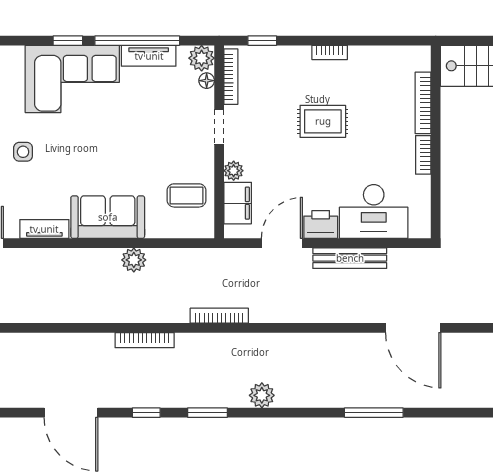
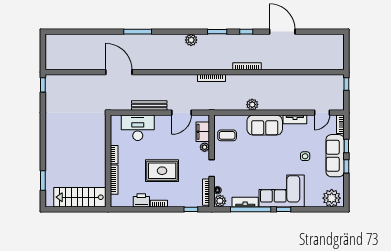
rug: (323, 121) -> (162, 171), width x1.36, depth x1.43
printer: (321, 224) -> (141, 200), moved, turned 180

